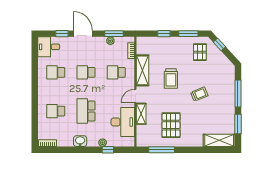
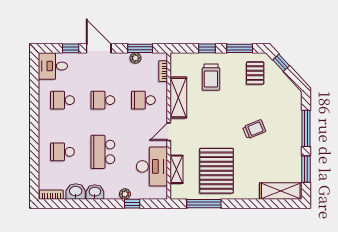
trolley: (171, 78) -> (211, 77), moved
shelving: (141, 114) -> (177, 169), moved
pallet: (171, 125) -> (216, 171), width x1.37, depth x1.41
washbasin: (66, 141) -> (76, 191), added

